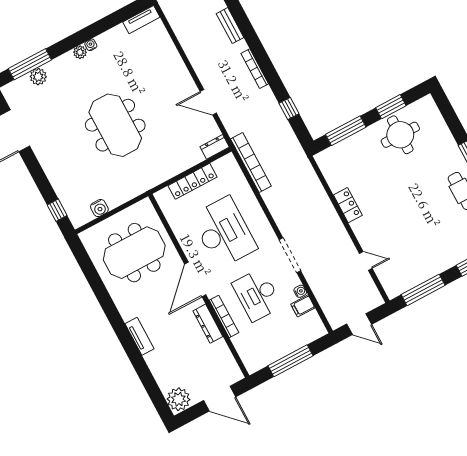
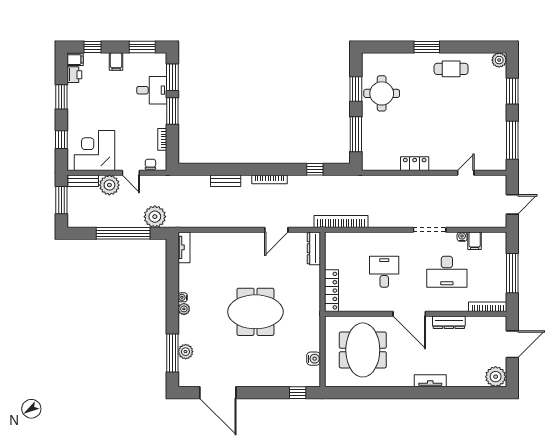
dresser: (215, 147) -> (314, 248), width x1.44
locker: (193, 181) -> (331, 291), moved
desk: (224, 232) -> (384, 272), width x0.53, depth x0.77
bookcase: (224, 316) -> (488, 307), moved

